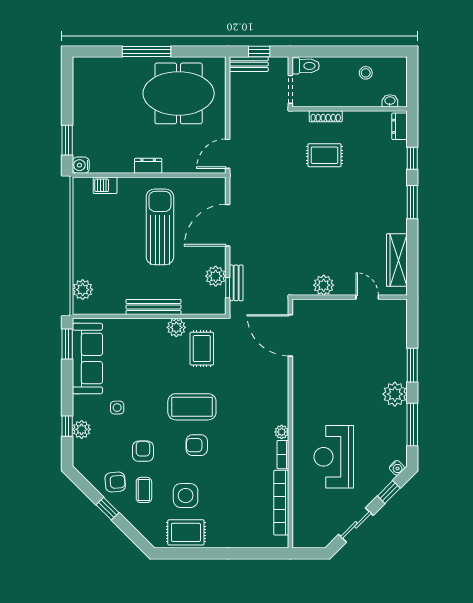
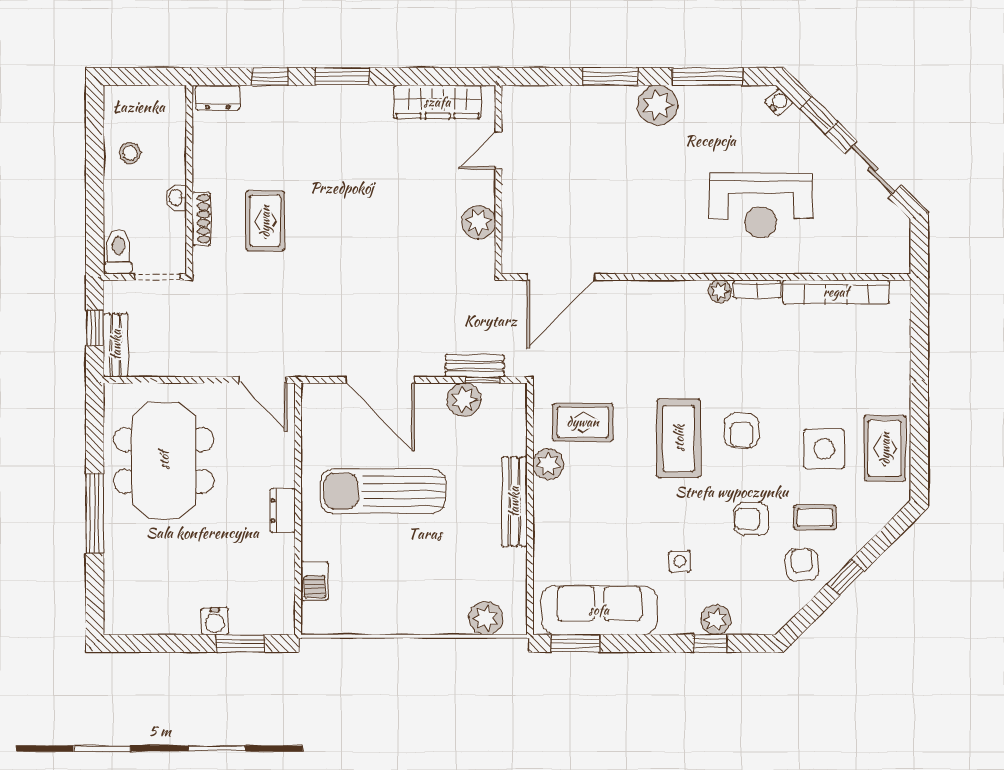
washbasin: (390, 101) -> (176, 197), moved
water cooler: (81, 165) -> (215, 621), moved

